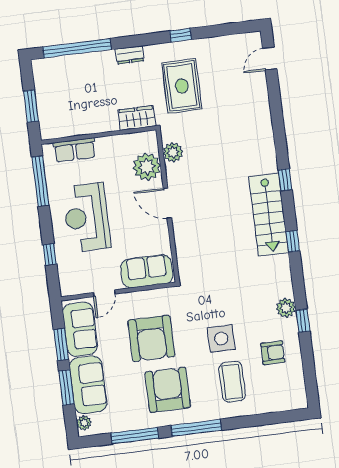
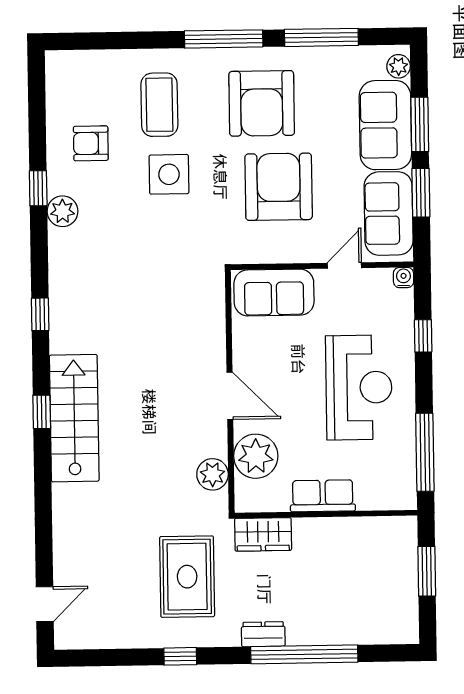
window: (77, 48) -> (304, 654), moved
row of seats: (75, 150) -> (323, 496), moved
stairs: (269, 215) -> (74, 418), moved
water cooler: (66, 290) -> (403, 277), added

